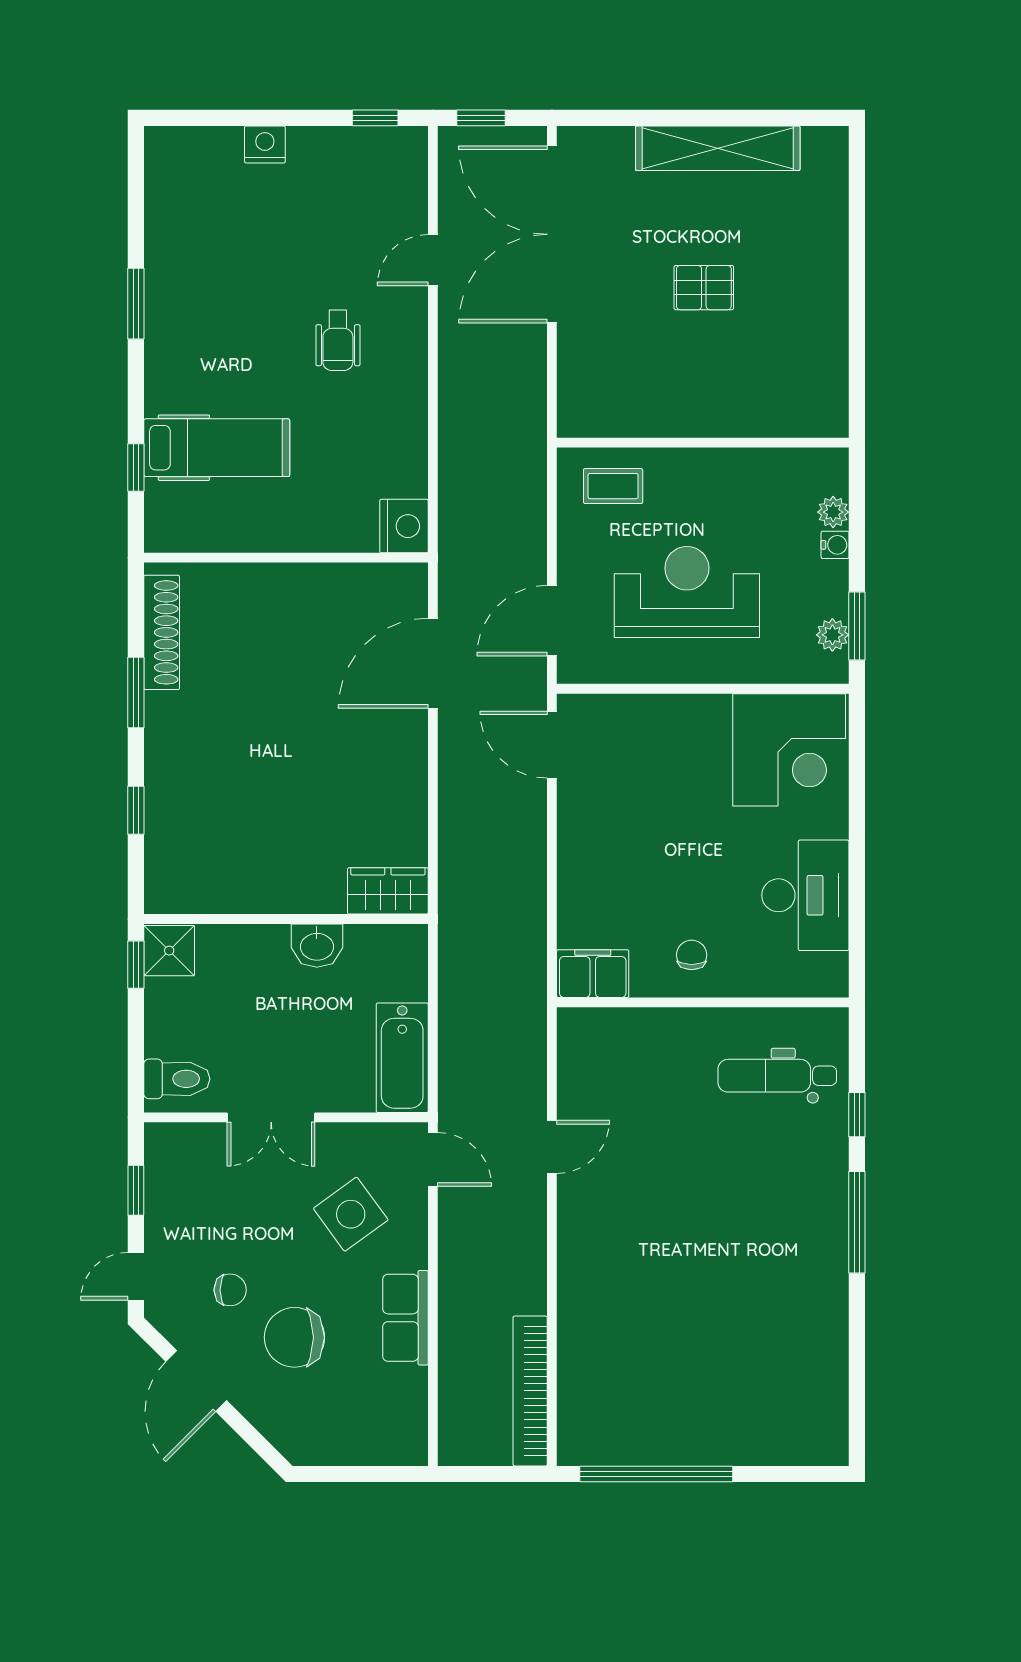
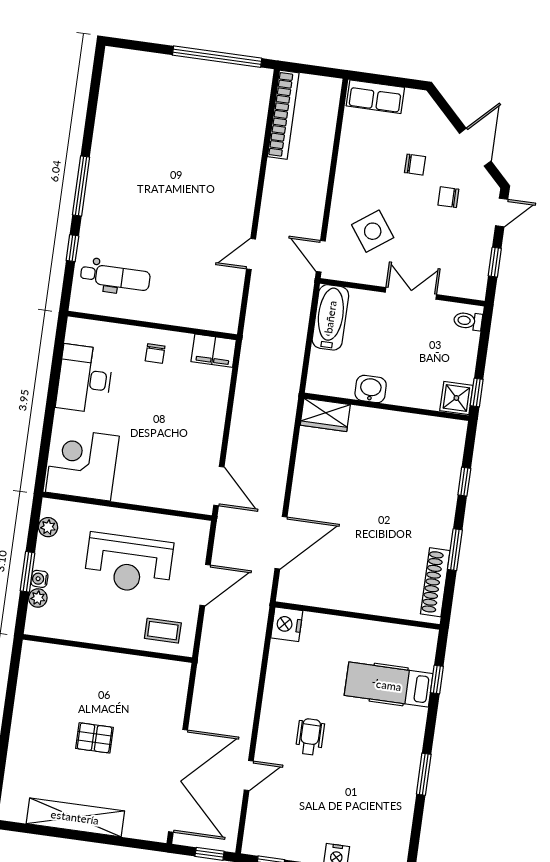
door: (552, 621) -> (205, 585), moved
window: (857, 626) -> (28, 572), moved
toilet: (177, 1079) -> (468, 321), width x0.73, depth x0.72
row of seats: (405, 1318) -> (375, 97), moved, turned 90
chair: (294, 1337) -> (415, 165), width x0.54, depth x0.54

